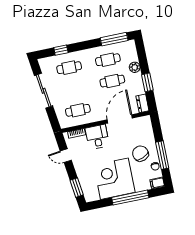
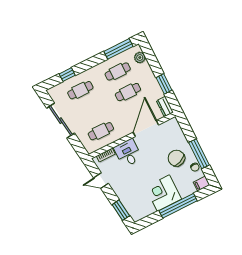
plant: (135, 67) -> (140, 58), moved
corner desk: (114, 179) -> (163, 193), width x0.74, depth x0.74

